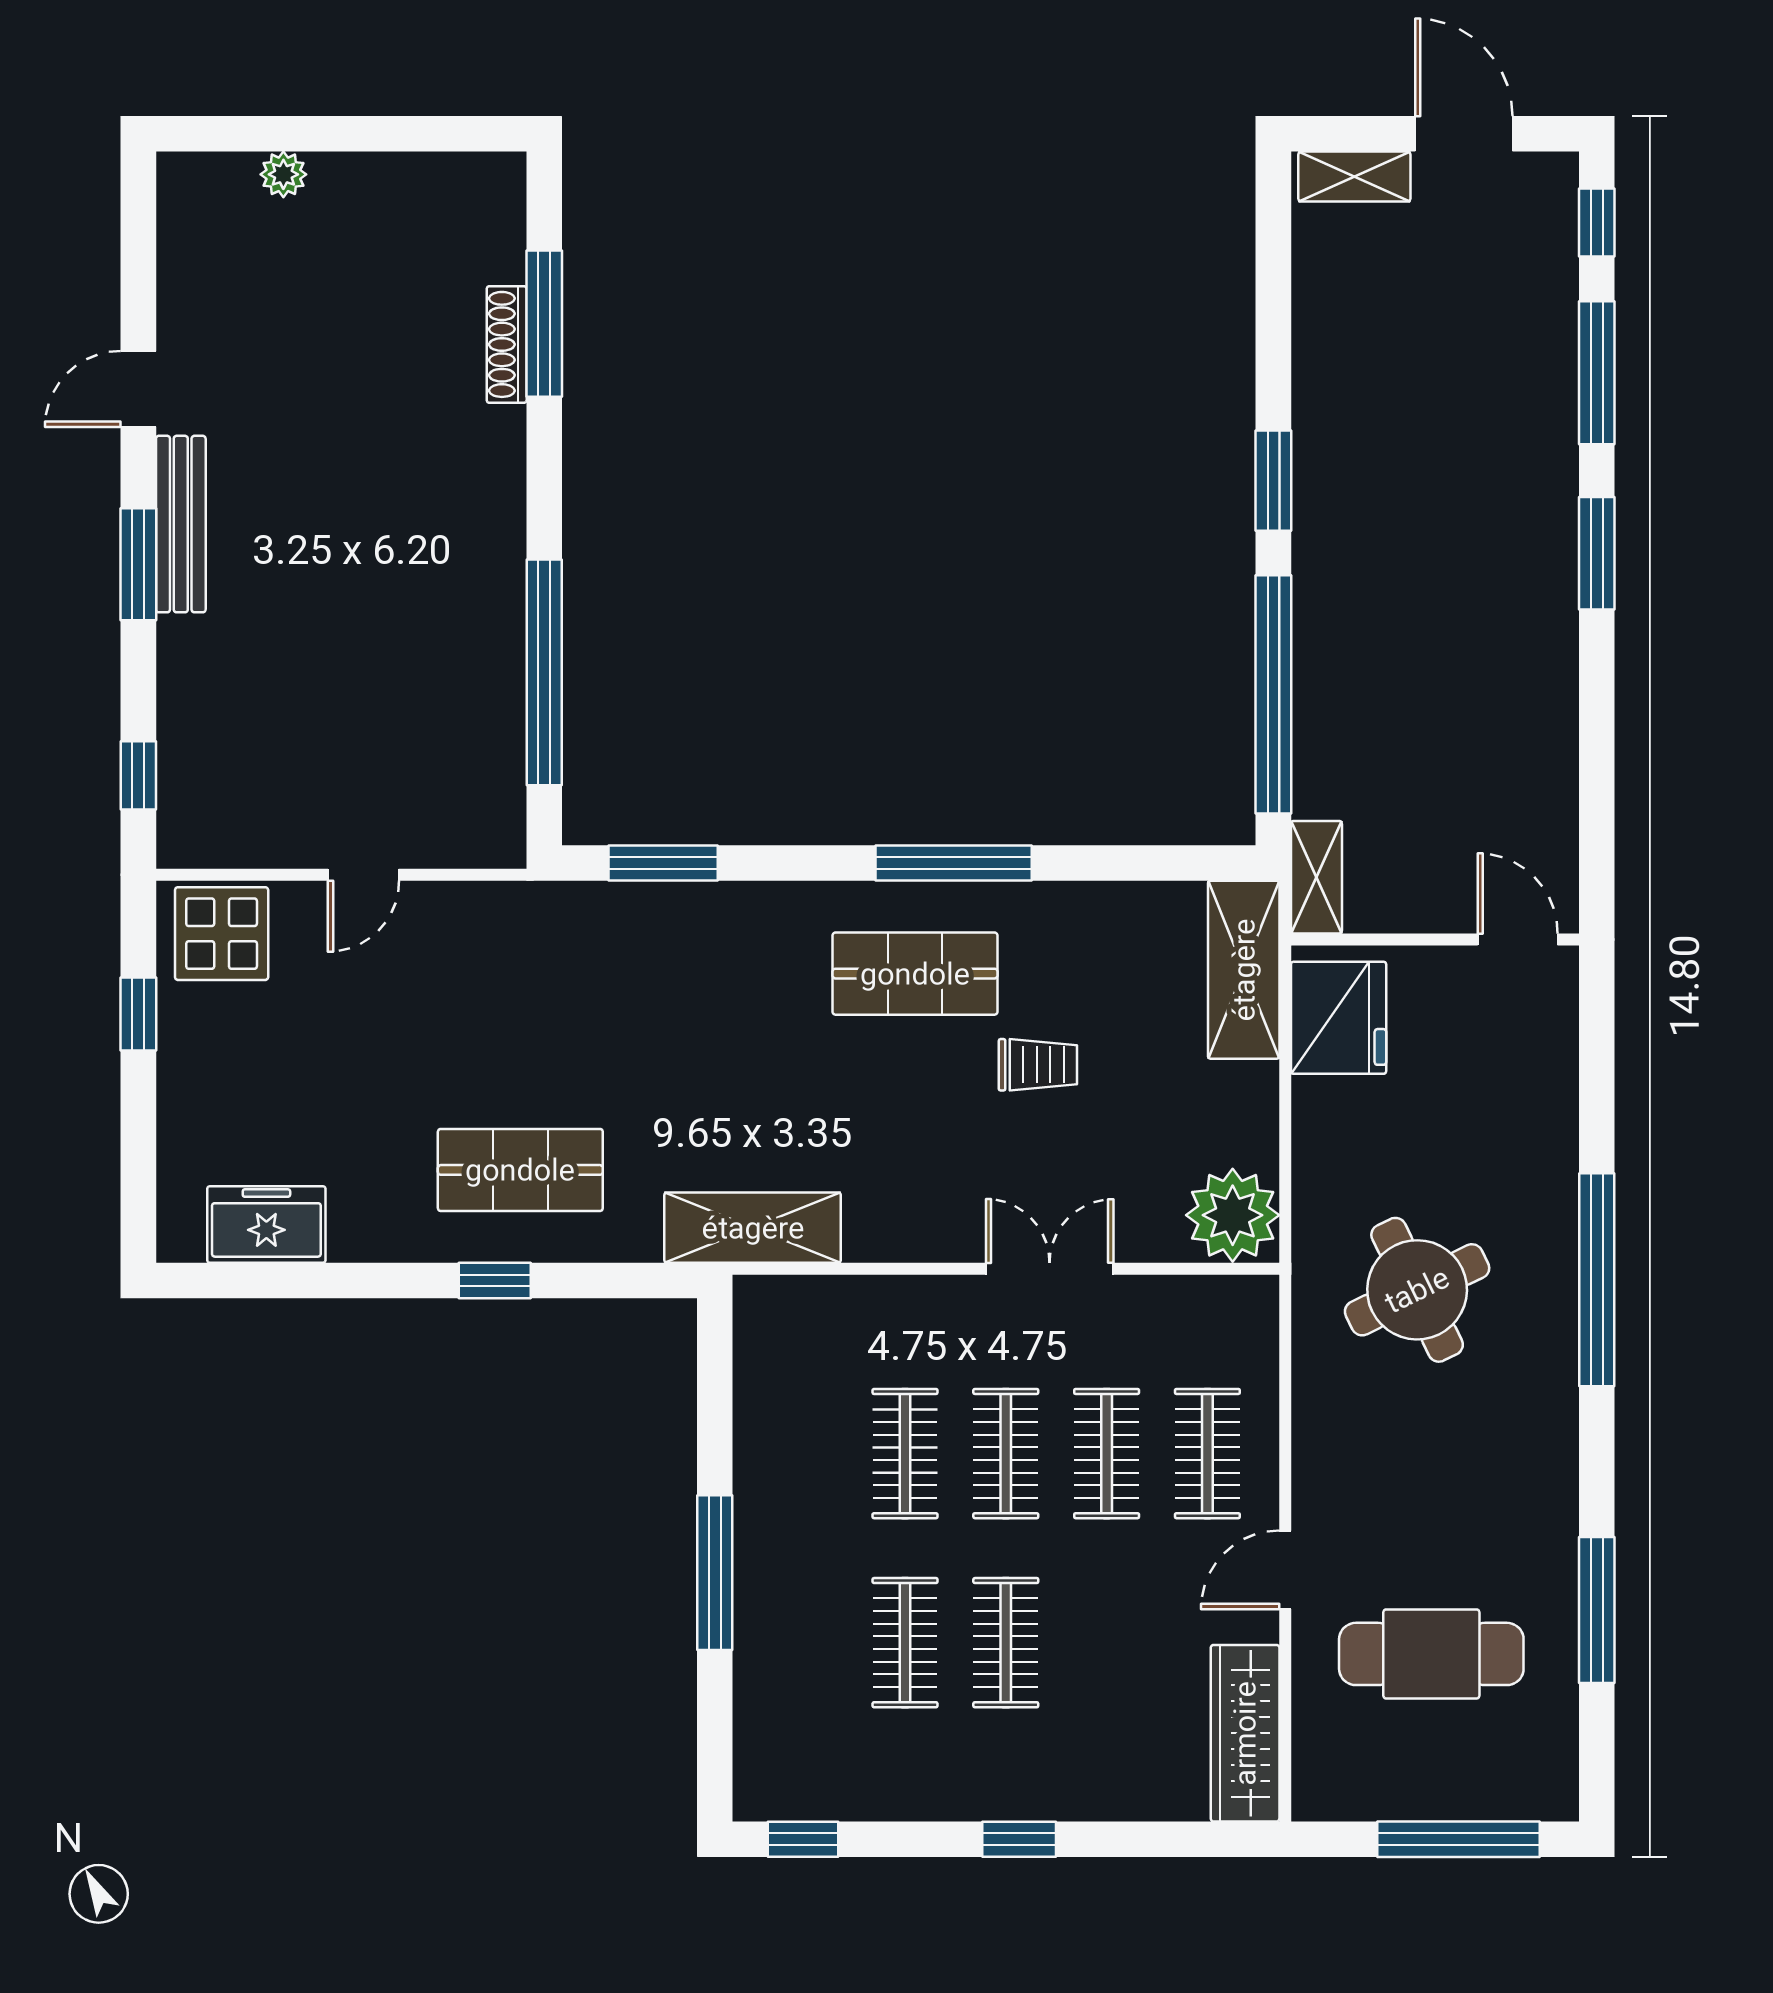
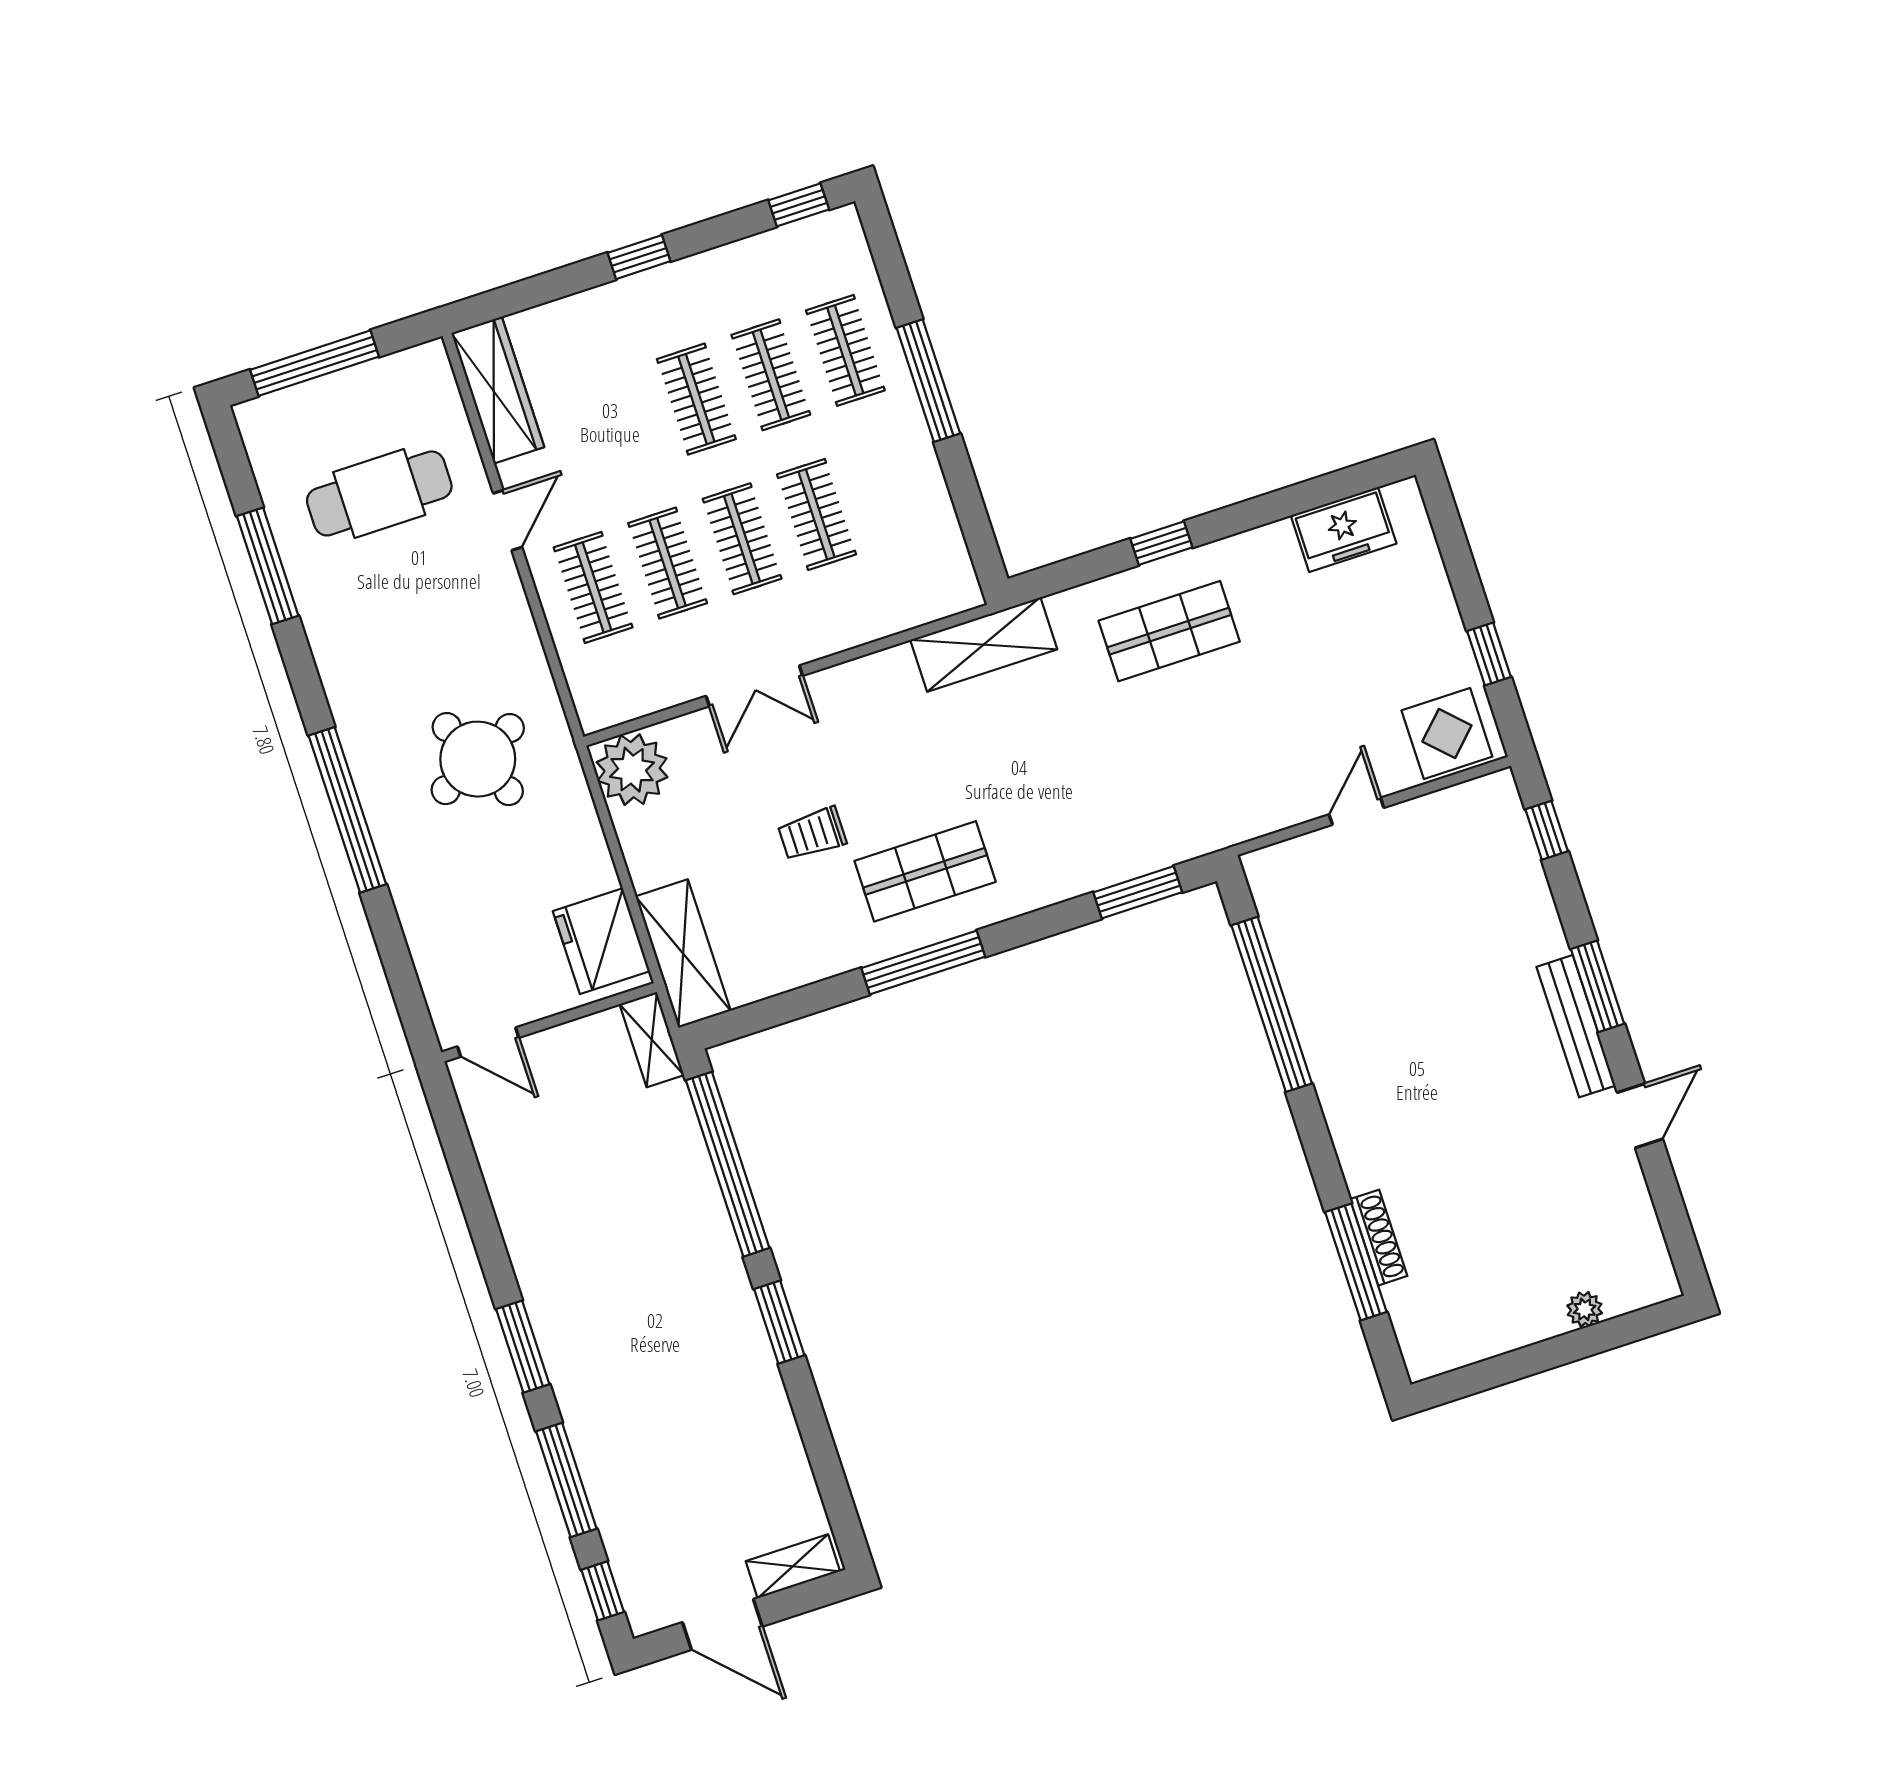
clothes rail: (804, 1643) -> (845, 350), added

